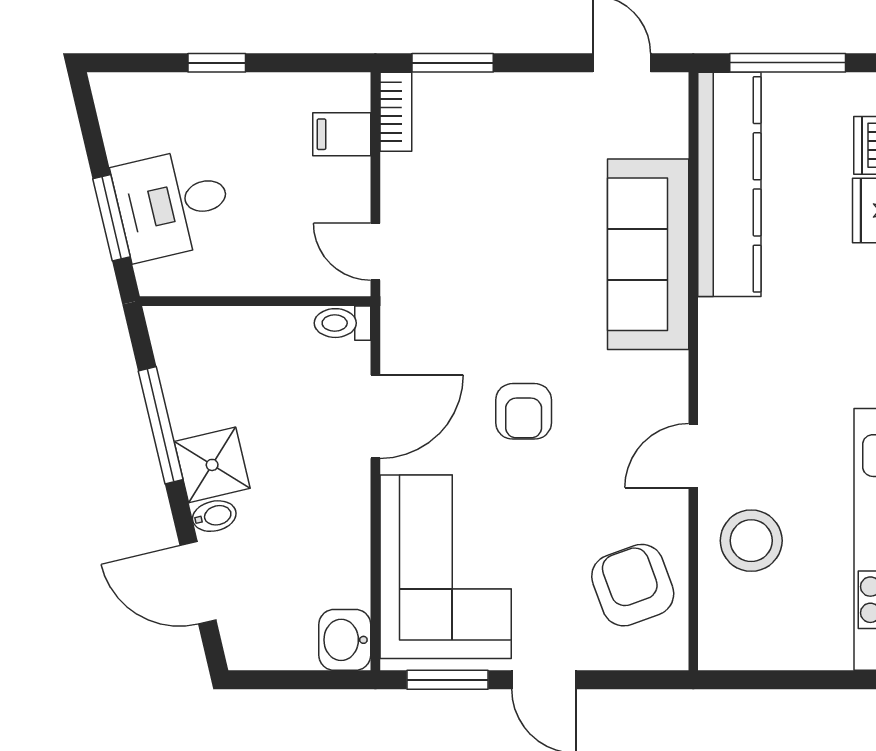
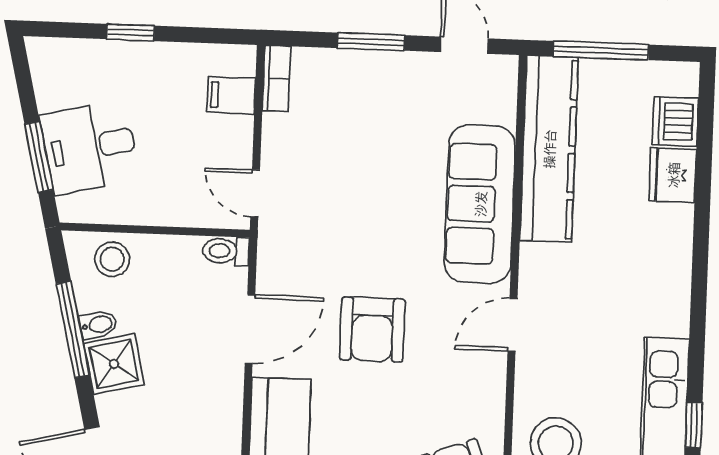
window: (453, 63) -> (371, 42), moved
stool: (205, 338) -> (112, 259), added
armchair: (524, 411) -> (372, 329), width x1.38, depth x1.38
door: (693, 456) -> (512, 325), moved
bidet: (214, 516) -> (98, 325), moved

